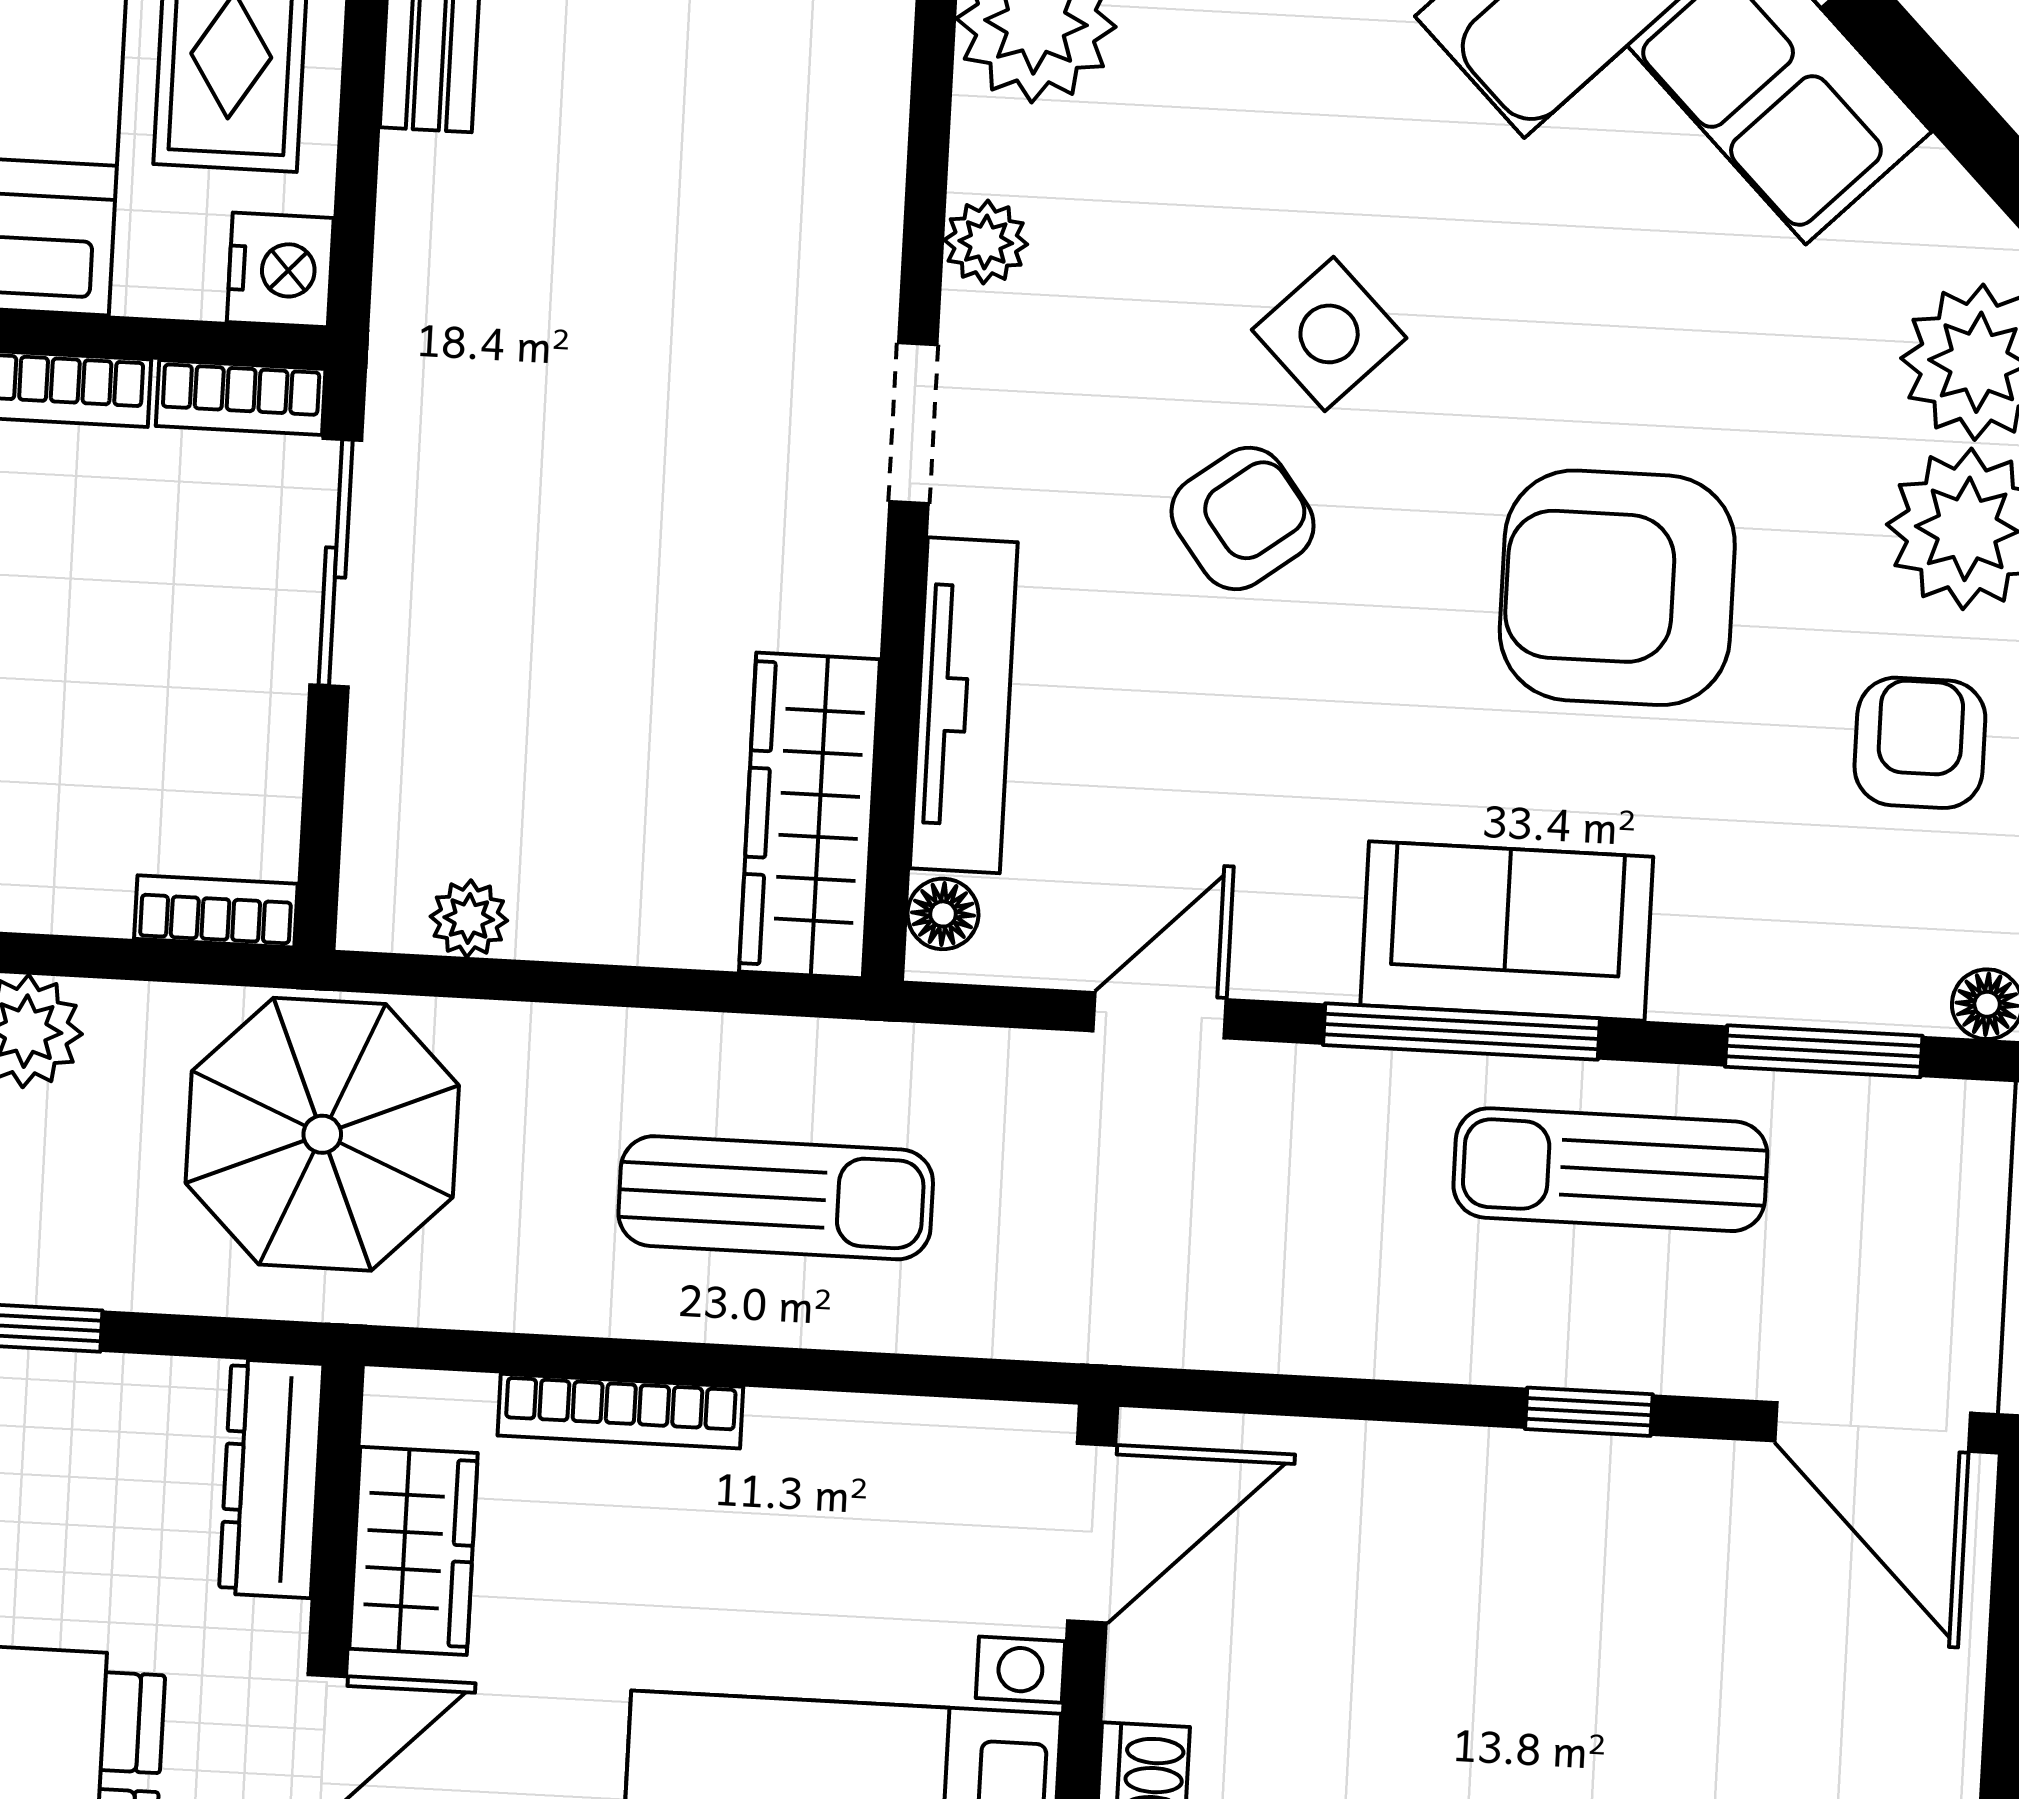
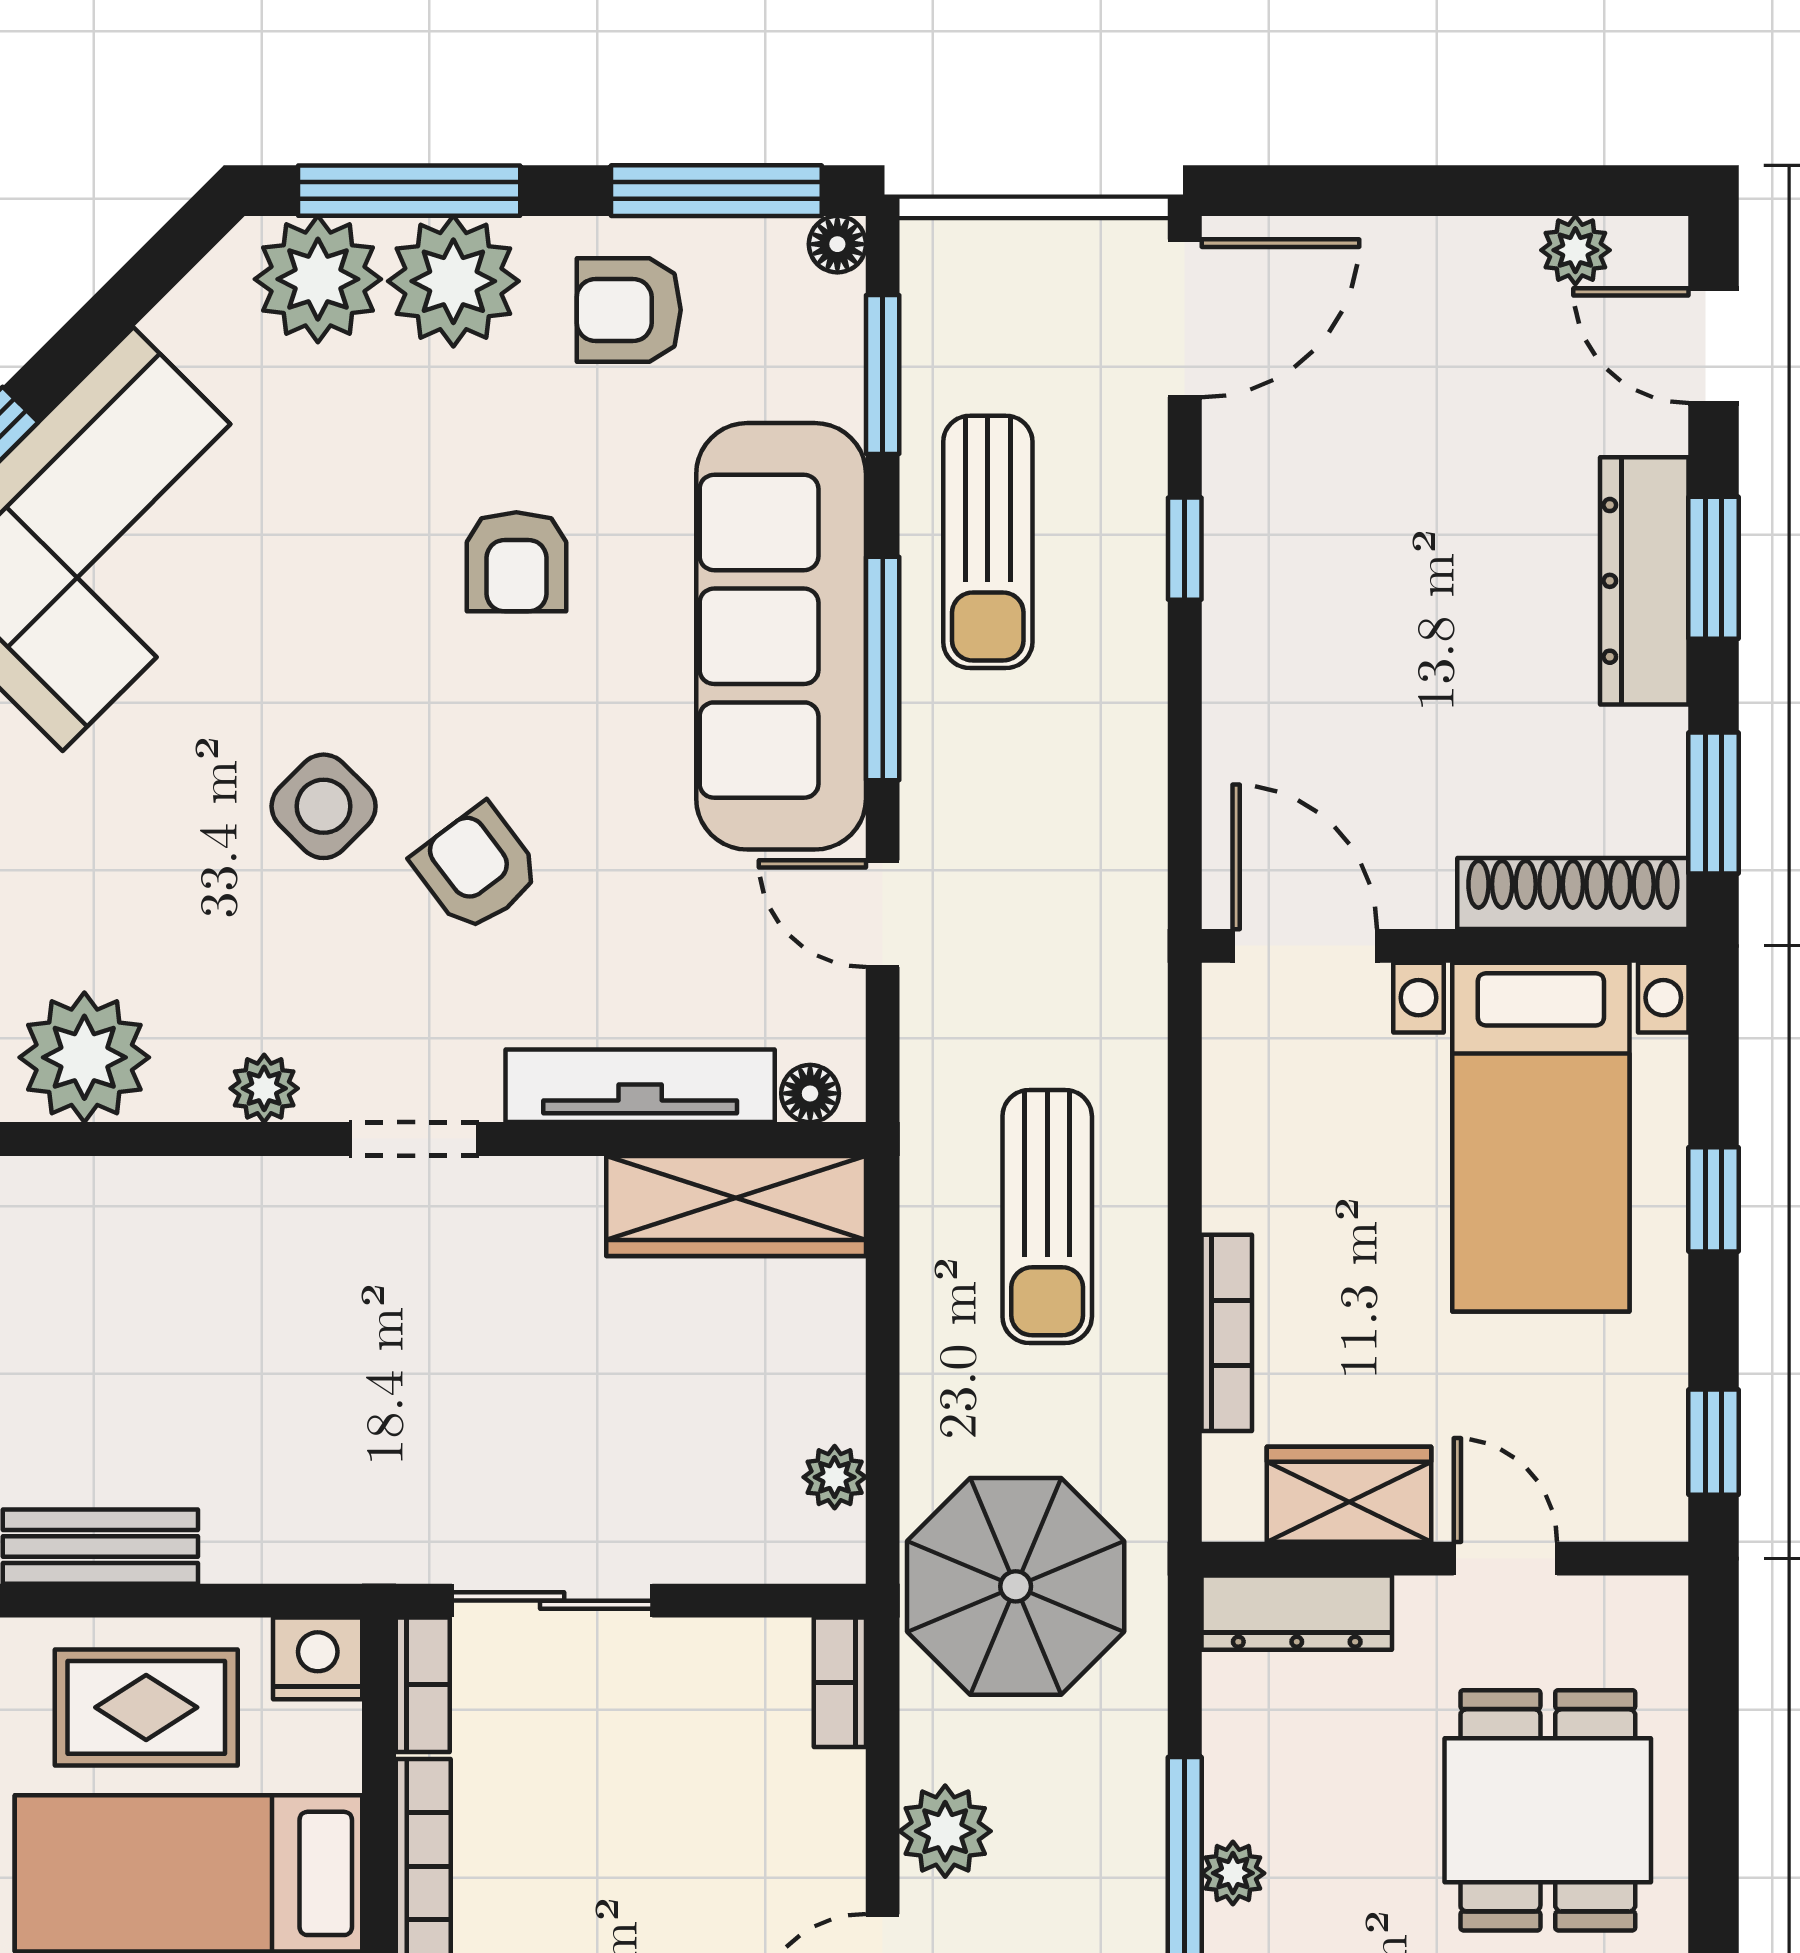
armchair: (1617, 588) -> (516, 562), width x0.53, depth x0.53
sofa: (1507, 931) -> (781, 636), width x1.85, depth x1.27
sun lounger: (776, 1198) -> (1047, 1216), turned 180

